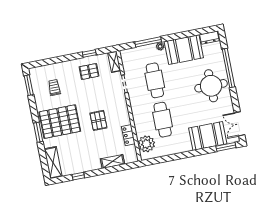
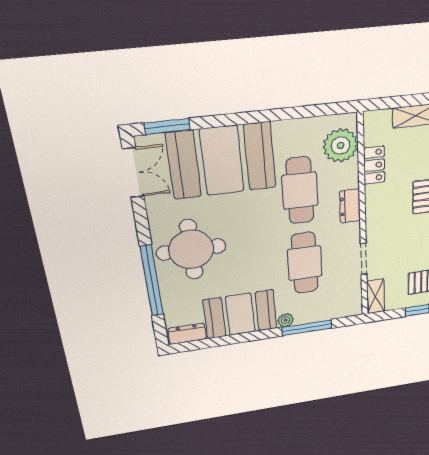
dresser: (137, 113) -> (350, 206), added
booth: (208, 136) -> (222, 161), width x1.36, depth x1.42

